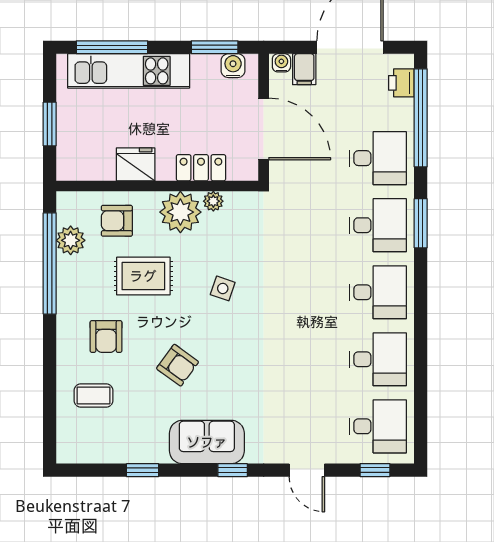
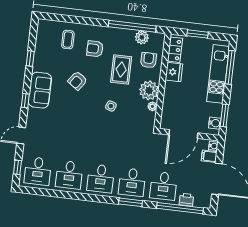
printer: (401, 83) -> (186, 200), moved
locker: (201, 168) -> (175, 50), moved

